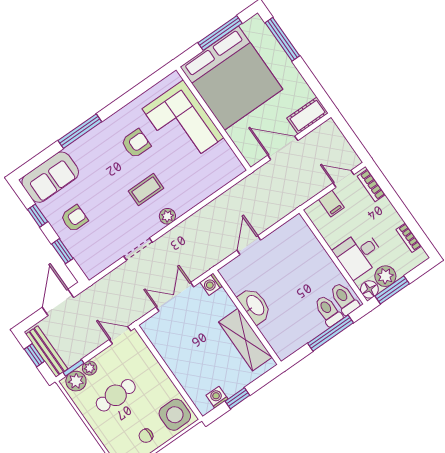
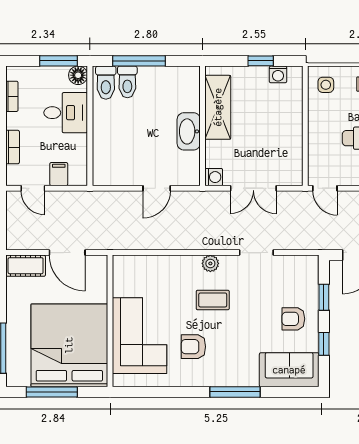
bookcase: (371, 185) -> (13, 147), moved
plant: (385, 276) -> (56, 77), removed
side table: (175, 415) -> (326, 85), width x0.54, depth x0.54

